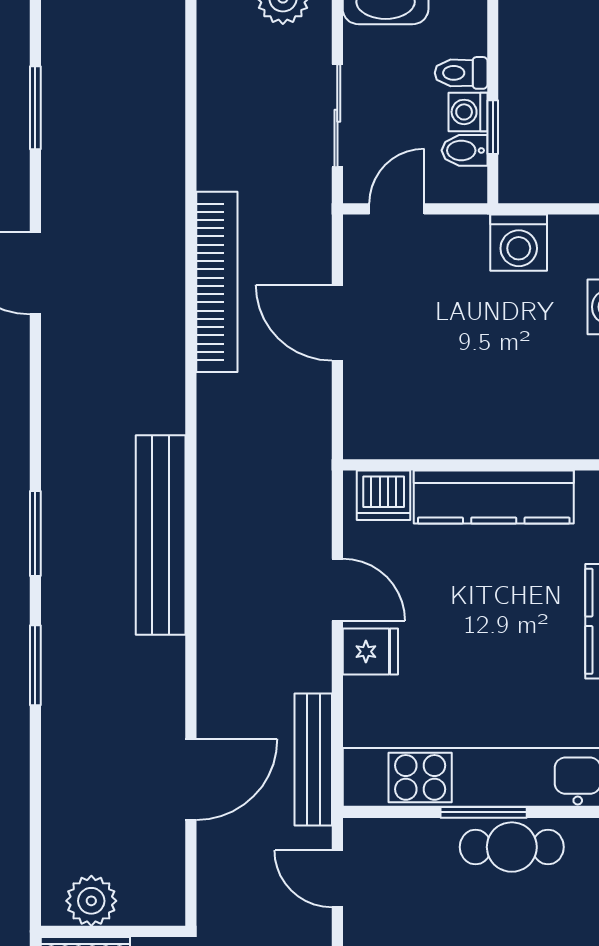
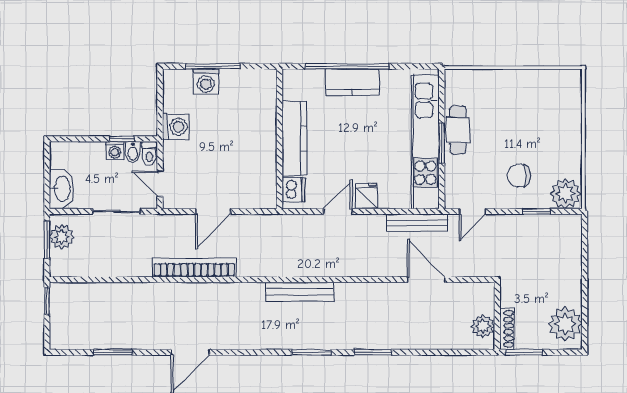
toilet: (461, 73) -> (149, 154), moved
bench: (161, 535) -> (300, 292), width x0.73, depth x0.82

